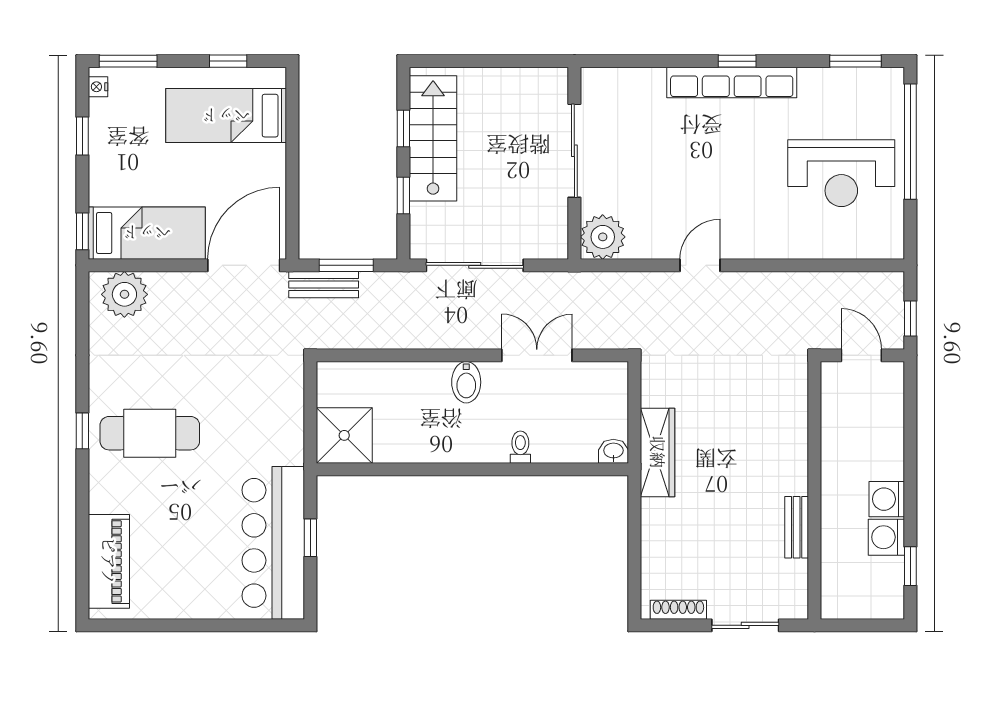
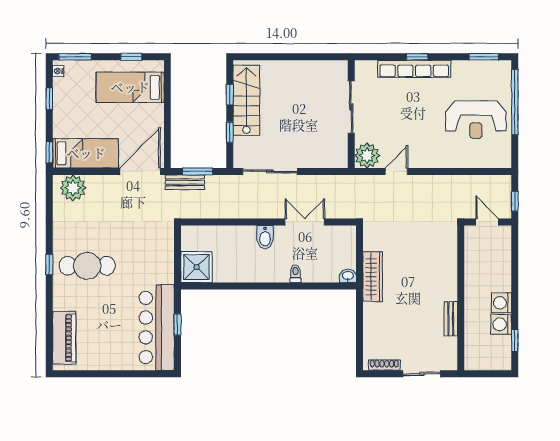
sliding door: (574, 151) -> (351, 107), moved
wall: (574, 163) -> (351, 114), moved
plant: (603, 237) -> (367, 156), moved

